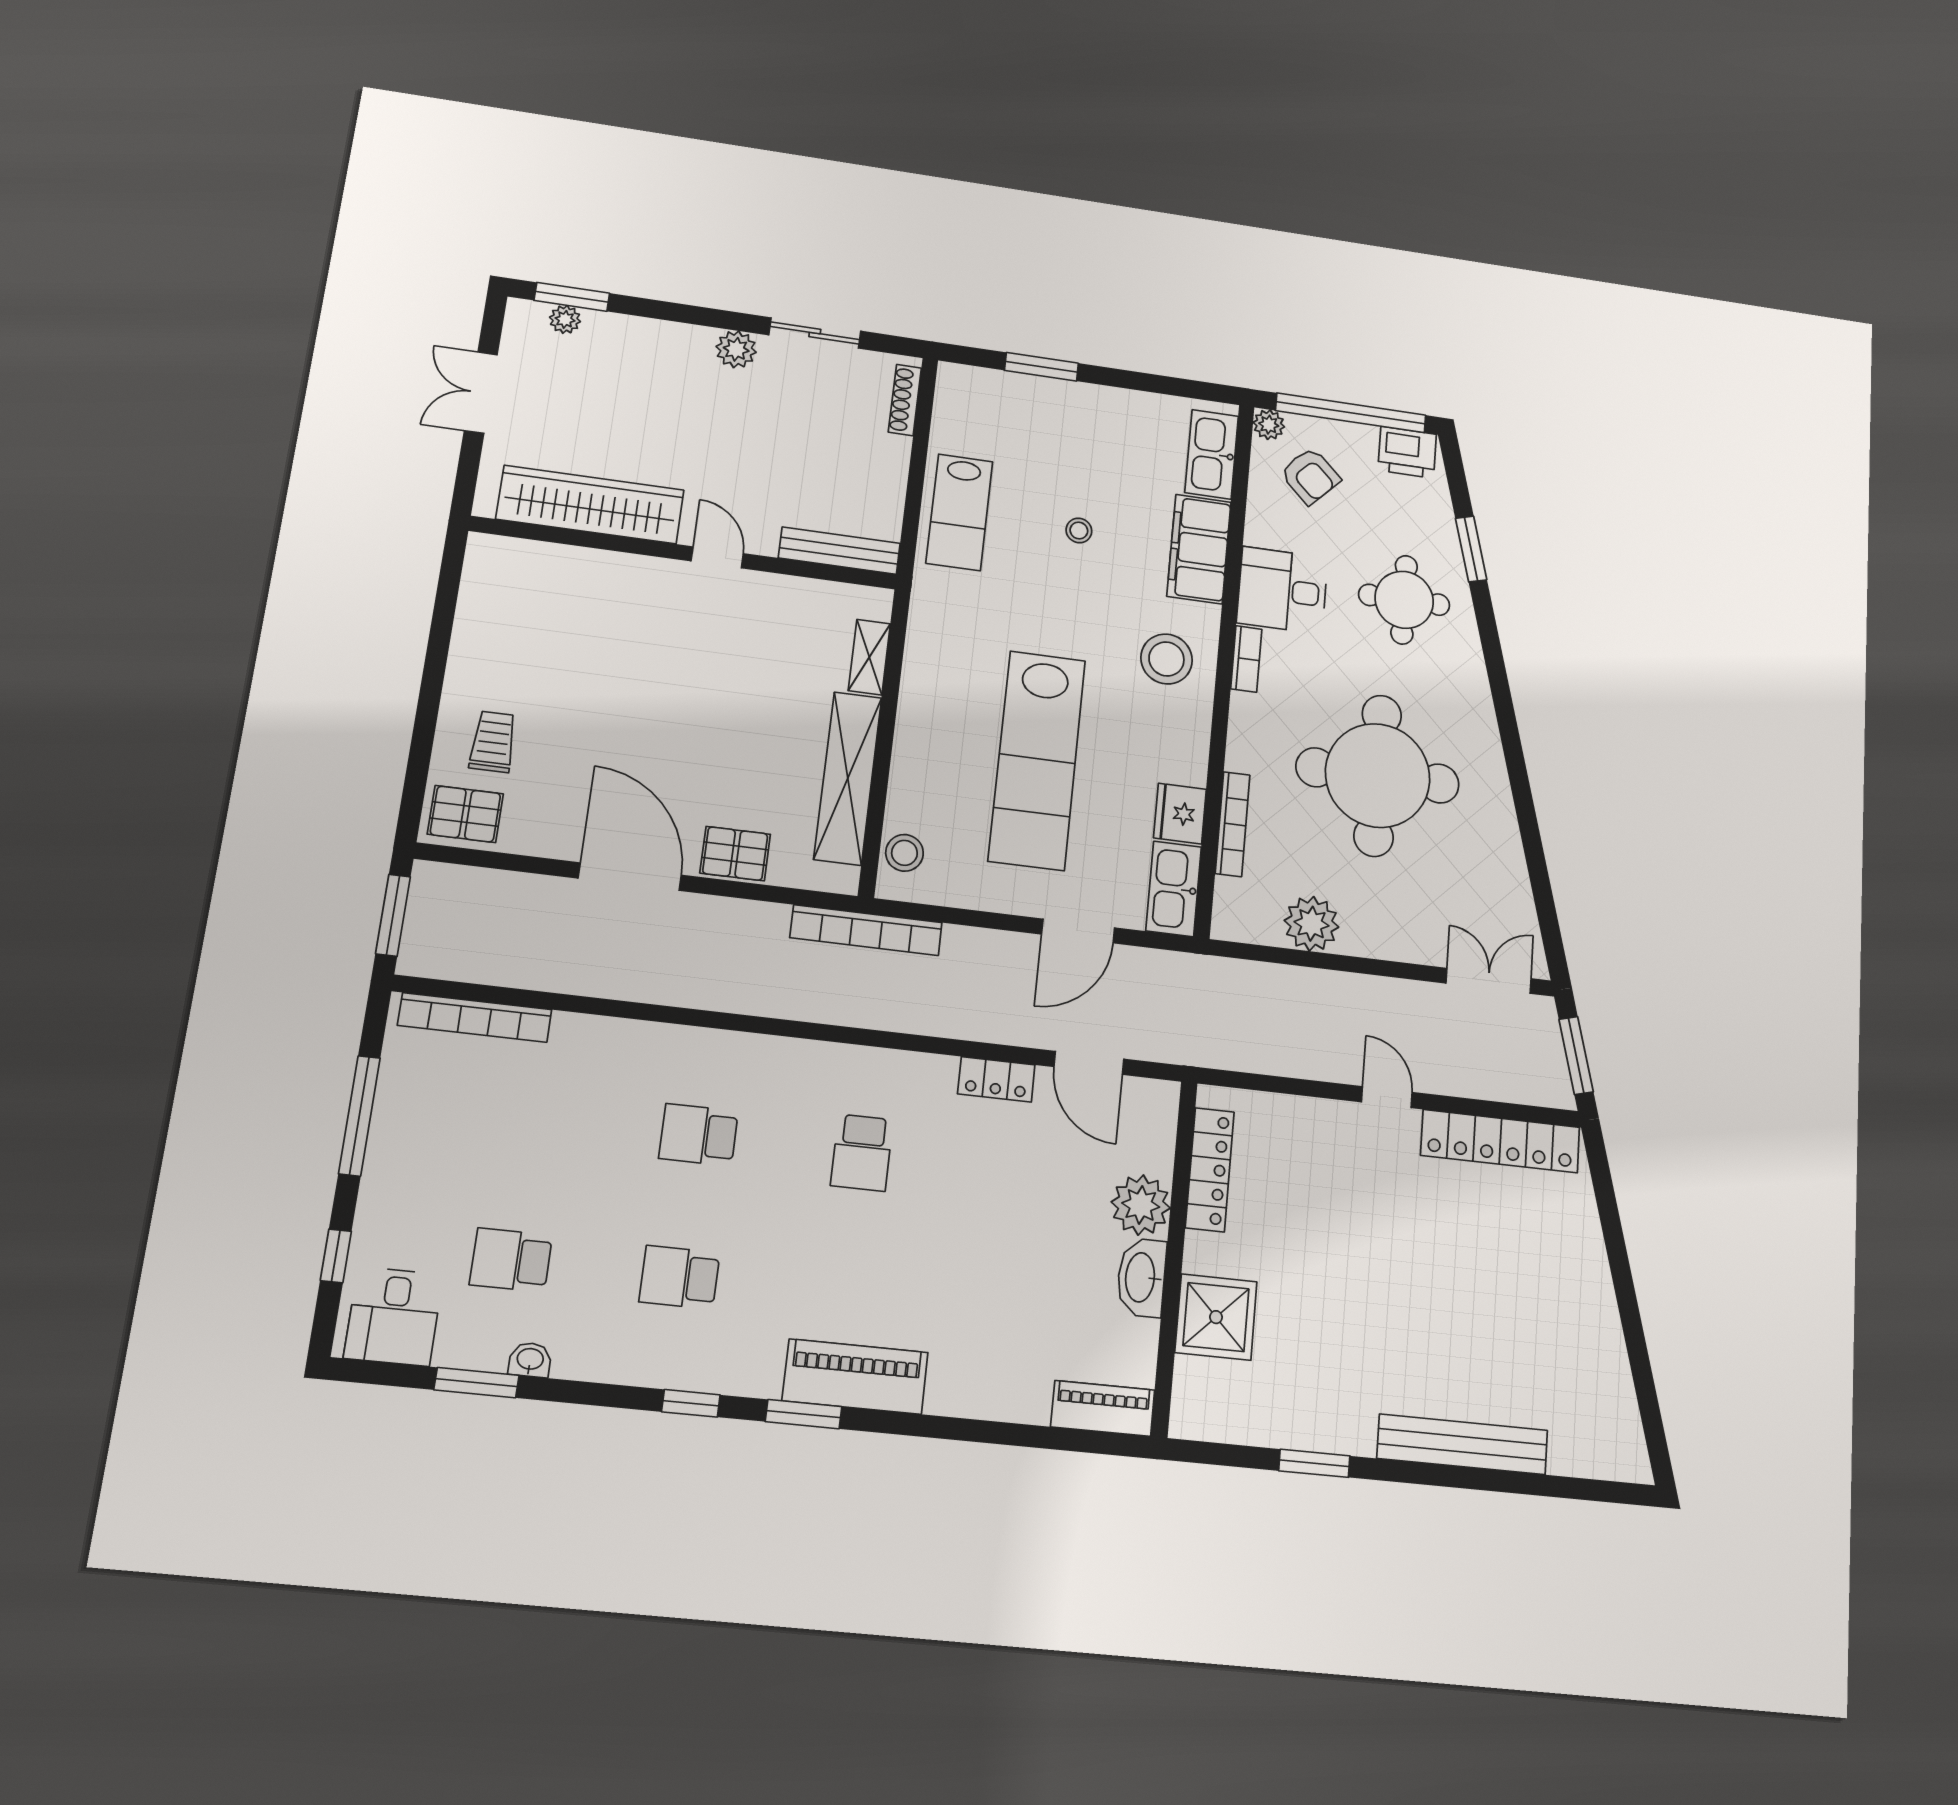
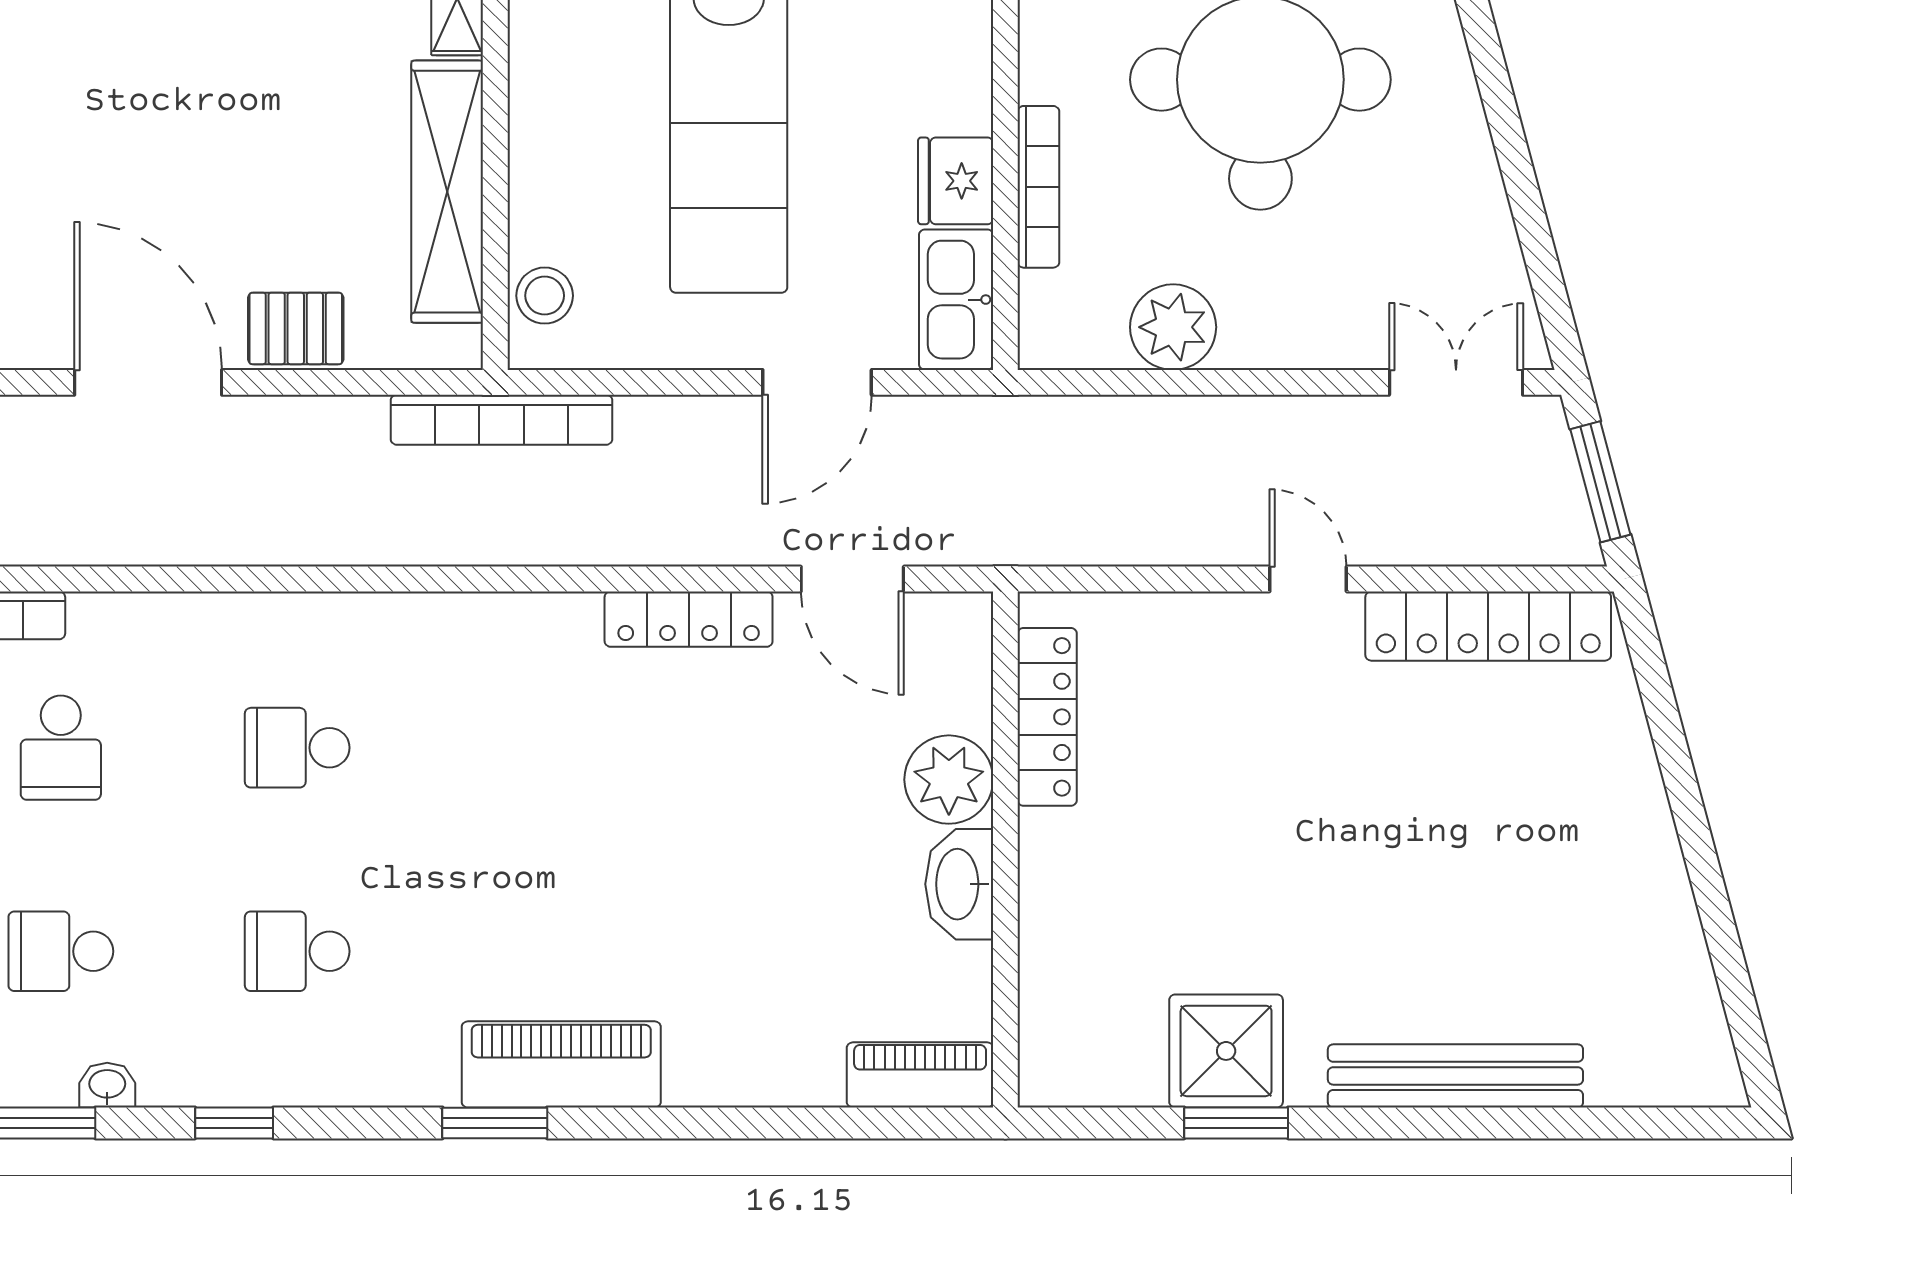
locker: (996, 1079) -> (689, 619), width x1.53
school desk: (862, 1153) -> (61, 748), moved
shower: (1216, 1317) -> (1226, 1051), moved
window: (691, 1403) -> (234, 1123), moved

